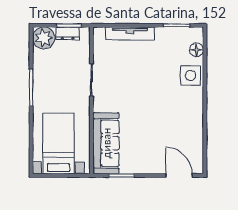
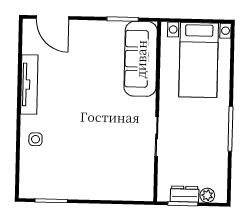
tv unit: (130, 33) -> (29, 85), moved, turned 90
plant: (44, 38) -> (207, 195), width x0.53, depth x0.53
floor lamp: (196, 50) -> (28, 170), removed
side table: (191, 75) -> (35, 139), width x0.54, depth x0.54

